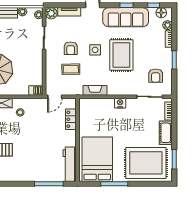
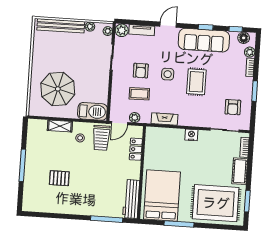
rug: (121, 55) -> (196, 82), width x0.73, depth x0.70
barbecue: (36, 90) -> (92, 111), width x1.88, depth x1.53
plant: (68, 91) -> (135, 118), added
trolley: (39, 111) -> (101, 138), added

